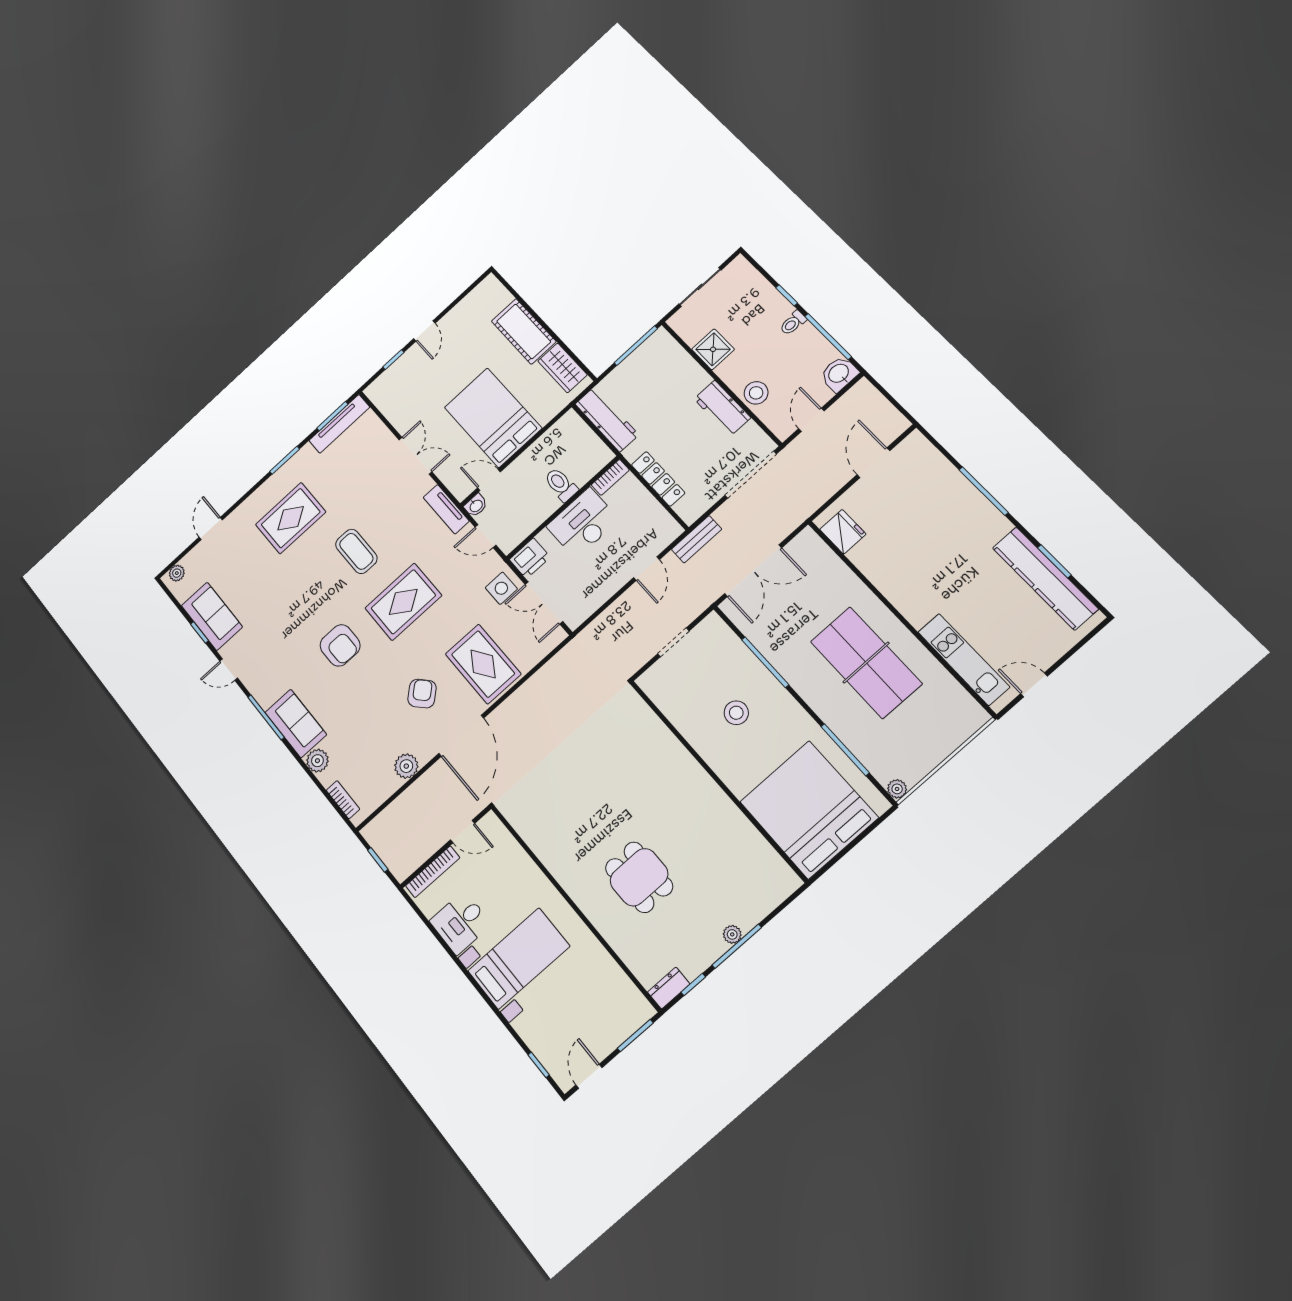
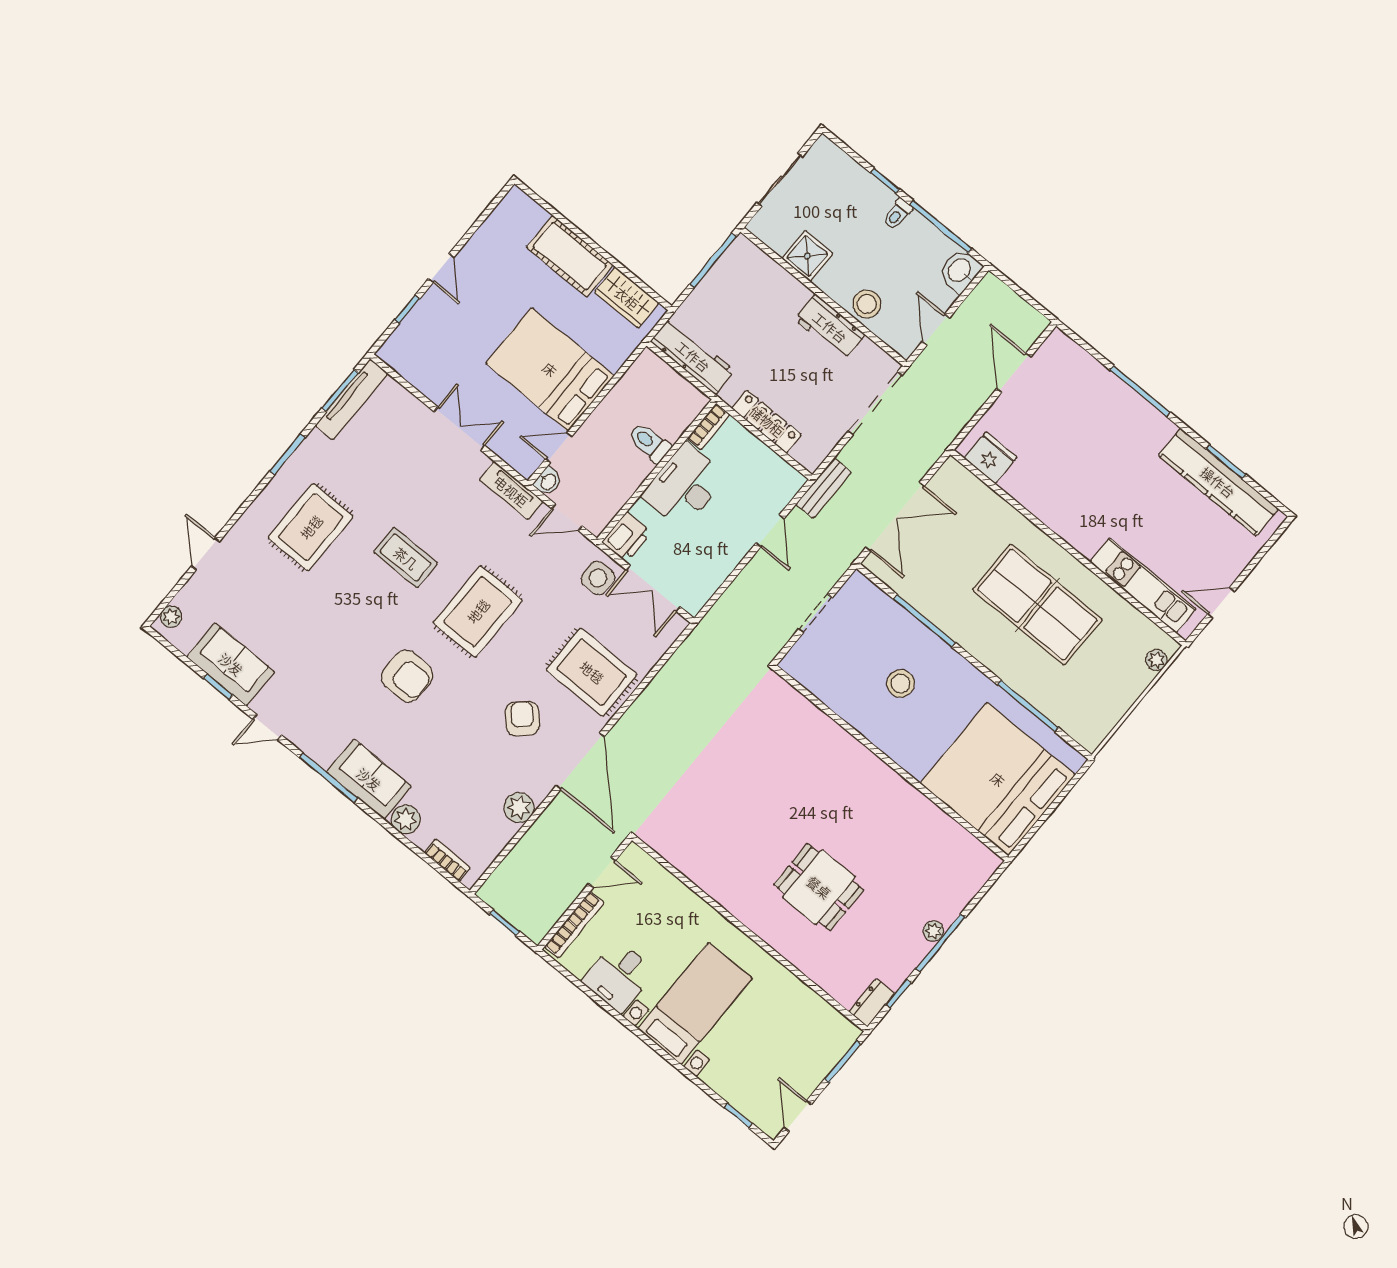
plant: (897, 789) -> (1156, 660), moved

